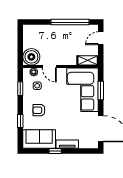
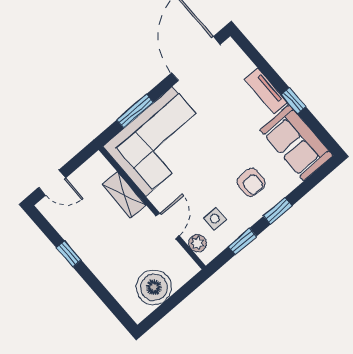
window: (70, 22) -> (69, 254), width x0.32
boiler: (31, 57) -> (154, 287), moved
shelving: (88, 60) -> (124, 195), moved
window: (20, 121) -> (278, 211), moved

